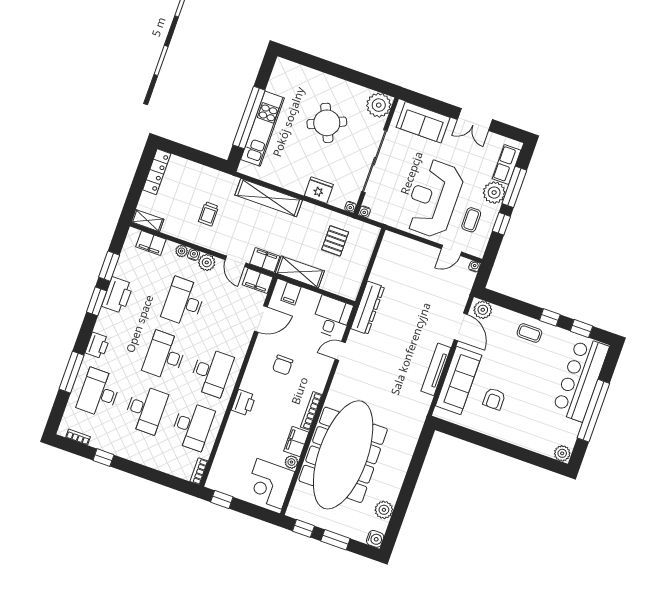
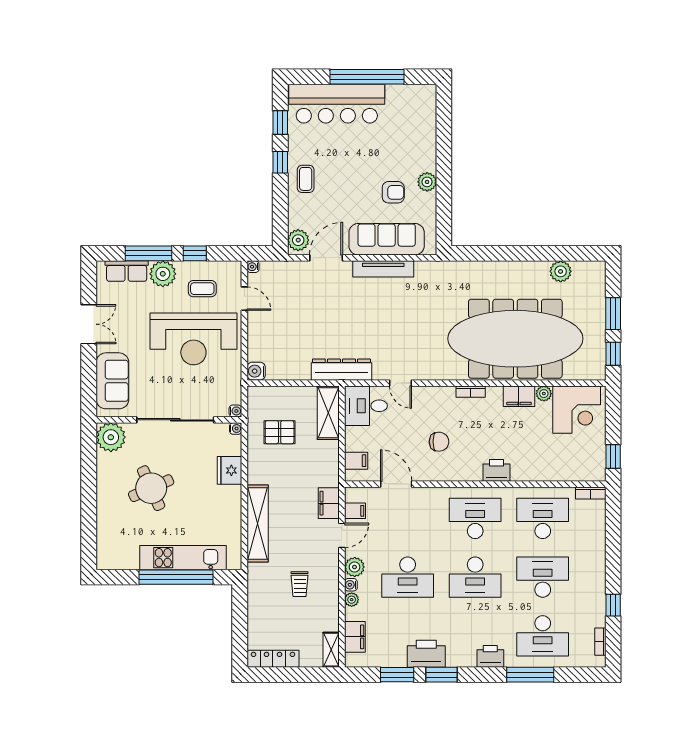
trolley: (209, 214) -> (300, 584), turned 90
shelving: (300, 272) -> (328, 413), moved
filing cabinet: (258, 281) -> (355, 511), width x0.50
bookcase: (311, 411) -> (471, 392), width x0.64
plant: (562, 453) -> (427, 182), moved
water cooler: (375, 539) -> (256, 371), moved, turned -90

